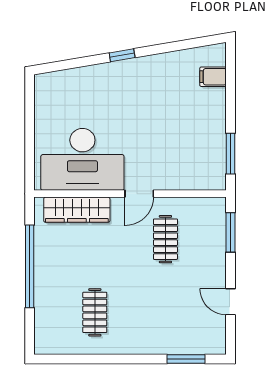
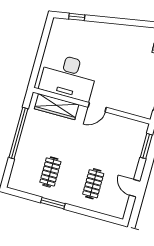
window: (122, 55) -> (77, 17), moved
clothes rail: (165, 239) -> (93, 184), moved
window: (186, 359) -> (53, 203), moved

